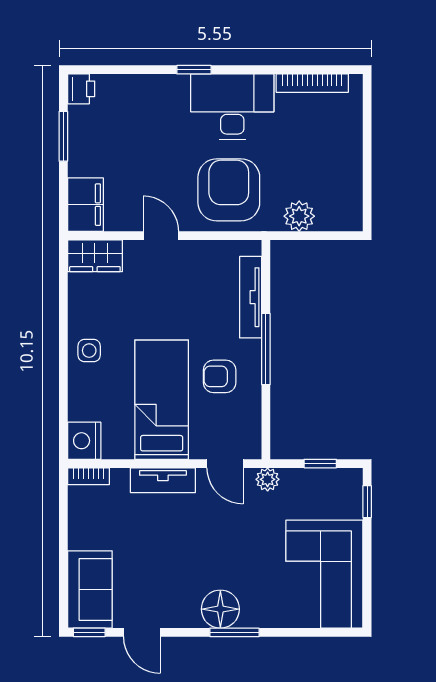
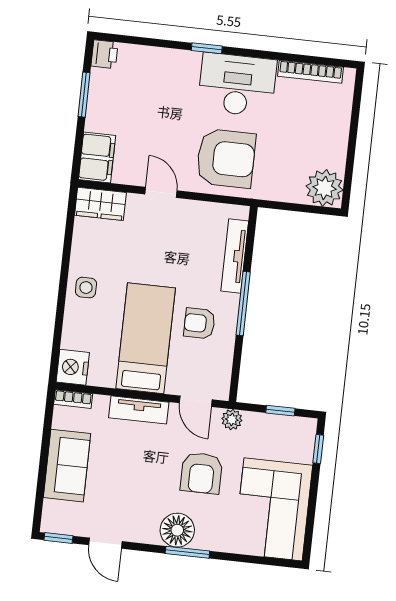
armchair: (229, 190) -> (226, 158), turned 90
plant: (299, 216) -> (324, 188), moved, width x1.36, depth x1.36
armchair: (240, 543) -> (202, 473), added
sofa: (90, 589) -> (67, 466), moved

